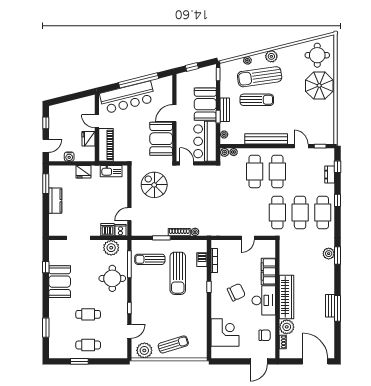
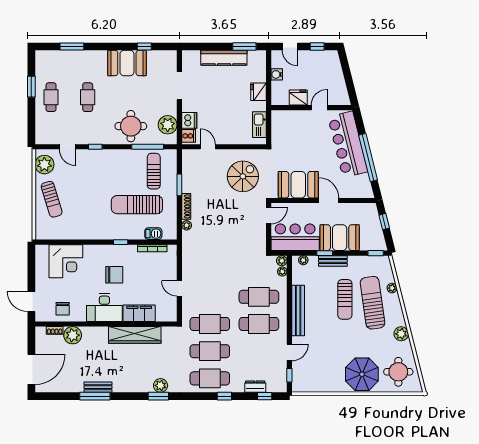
plant: (271, 56) -> (401, 334), moved
piano: (106, 145) -> (291, 119), removed
kitchen counter: (55, 201) -> (224, 58), width x1.50
chair: (236, 292) -> (114, 275), turned -65
wardrobe: (286, 297) -> (135, 335), moved

